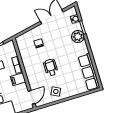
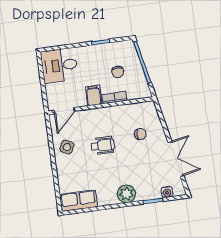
plant: (78, 37) -> (126, 194), moved
row of seats: (89, 72) -> (78, 201), width x0.68
door: (32, 97) -> (64, 111), hinge flipped

